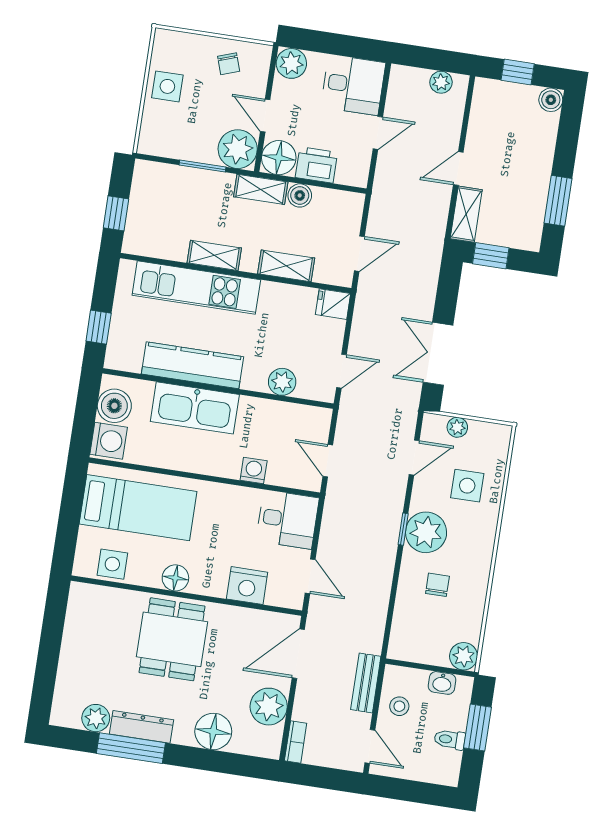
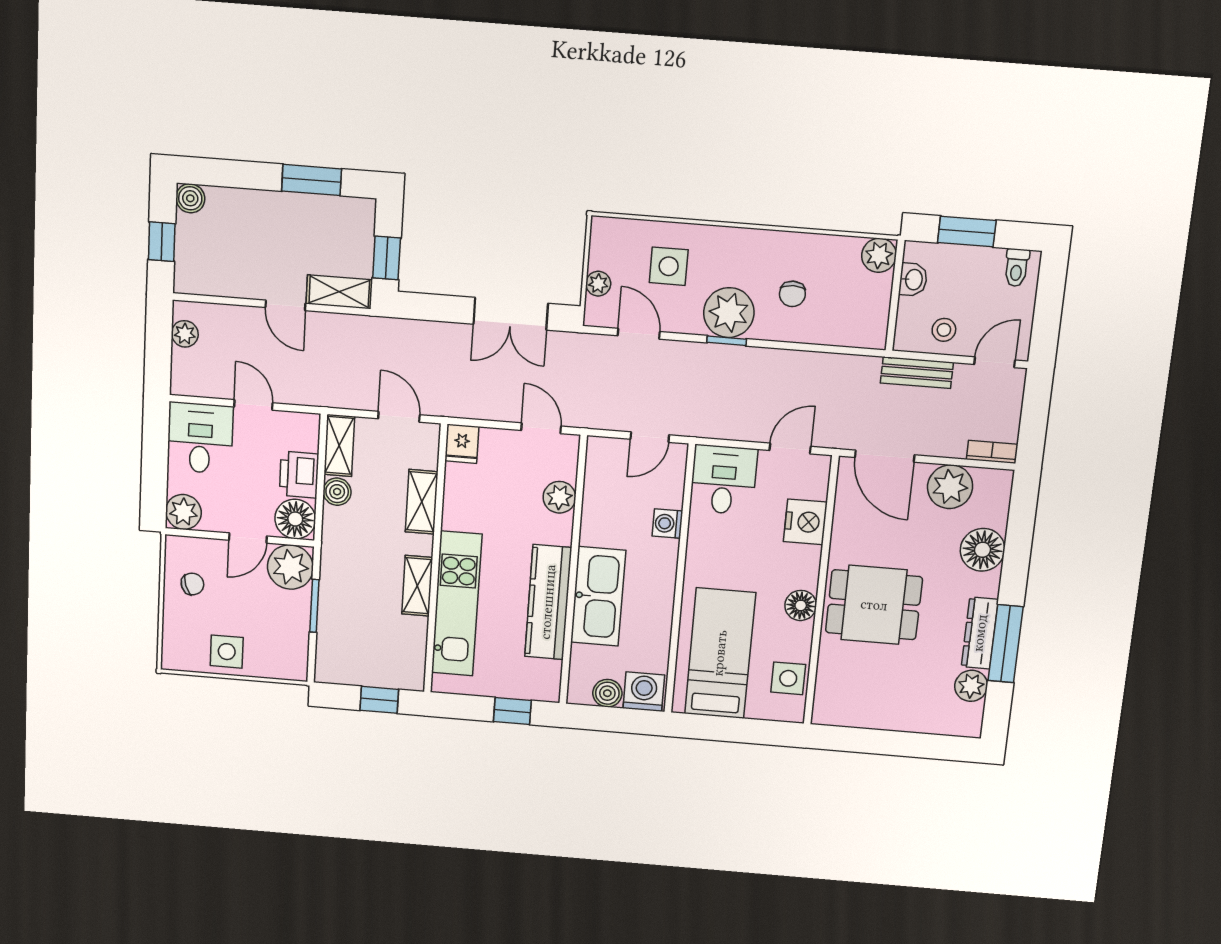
shelving: (261, 189) -> (339, 445), moved
boiler: (114, 406) -> (607, 693), width x0.73, depth x0.73
chair: (437, 585) -> (792, 294), turned -90
toilet: (450, 739) -> (1017, 268), moved

